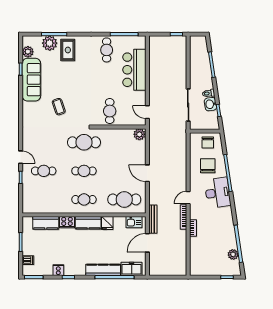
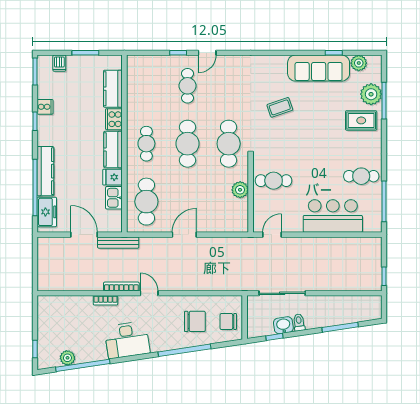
plant: (139, 134) -> (240, 190), moved
cafe table: (84, 171) -> (187, 144), width x1.37, depth x1.35
desk: (218, 193) -> (127, 340), moved
kitchen sink: (134, 222) -> (114, 198), moved

